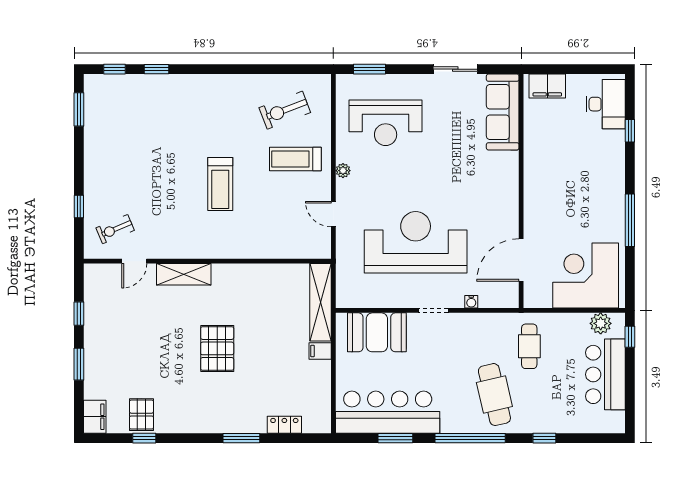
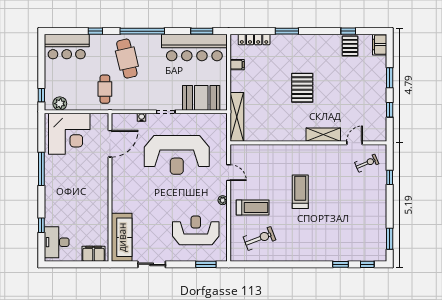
filing cabinet: (320, 351) -> (237, 65), moved
bar counter: (605, 374) -> (67, 47), moved, turned 90
locker: (284, 425) -> (254, 39), width x1.53
window: (395, 438) -> (202, 31), moved

